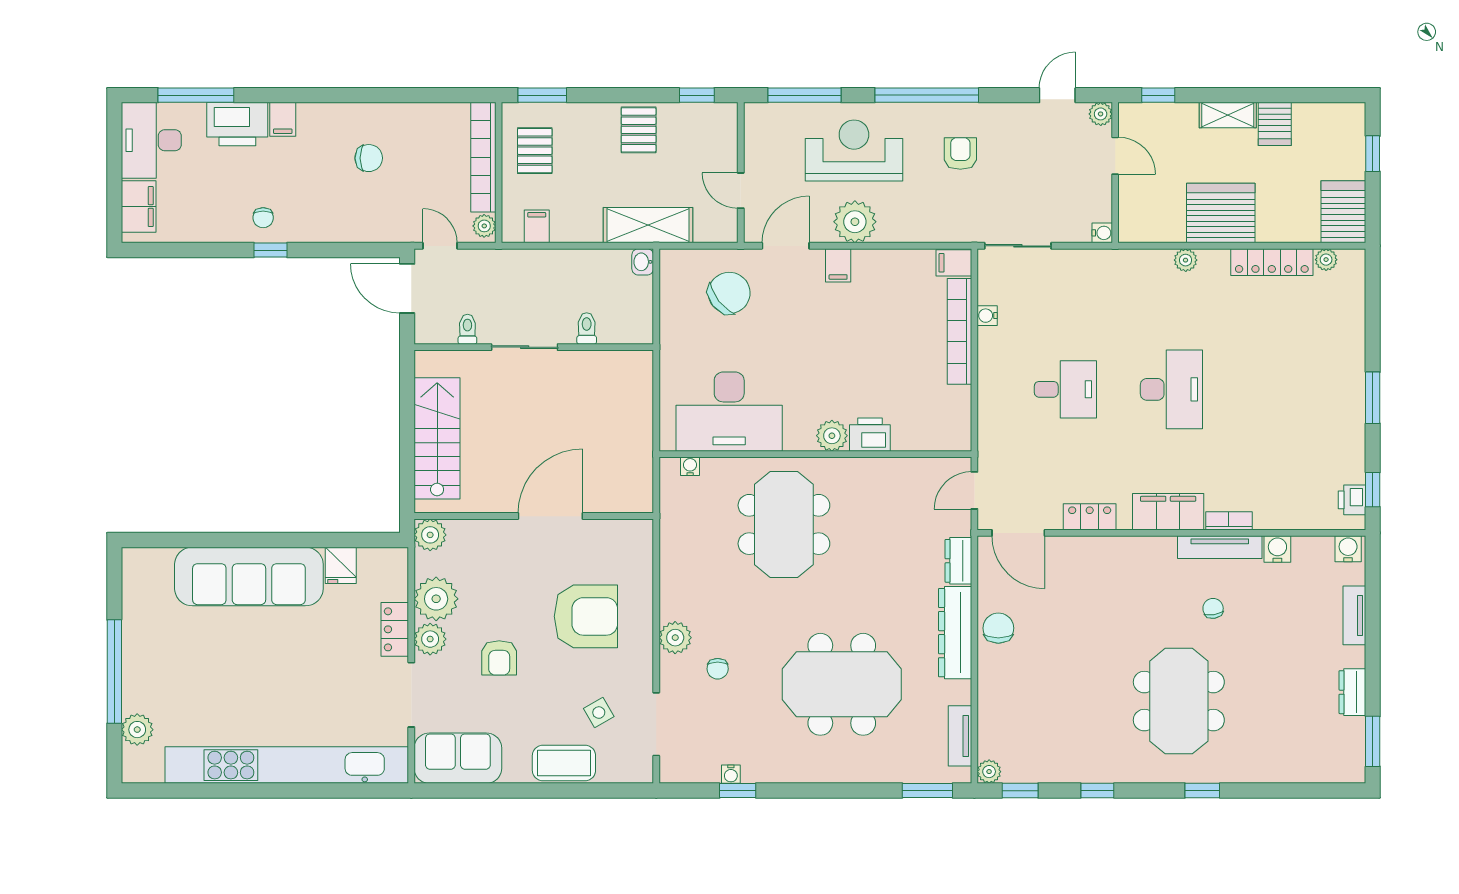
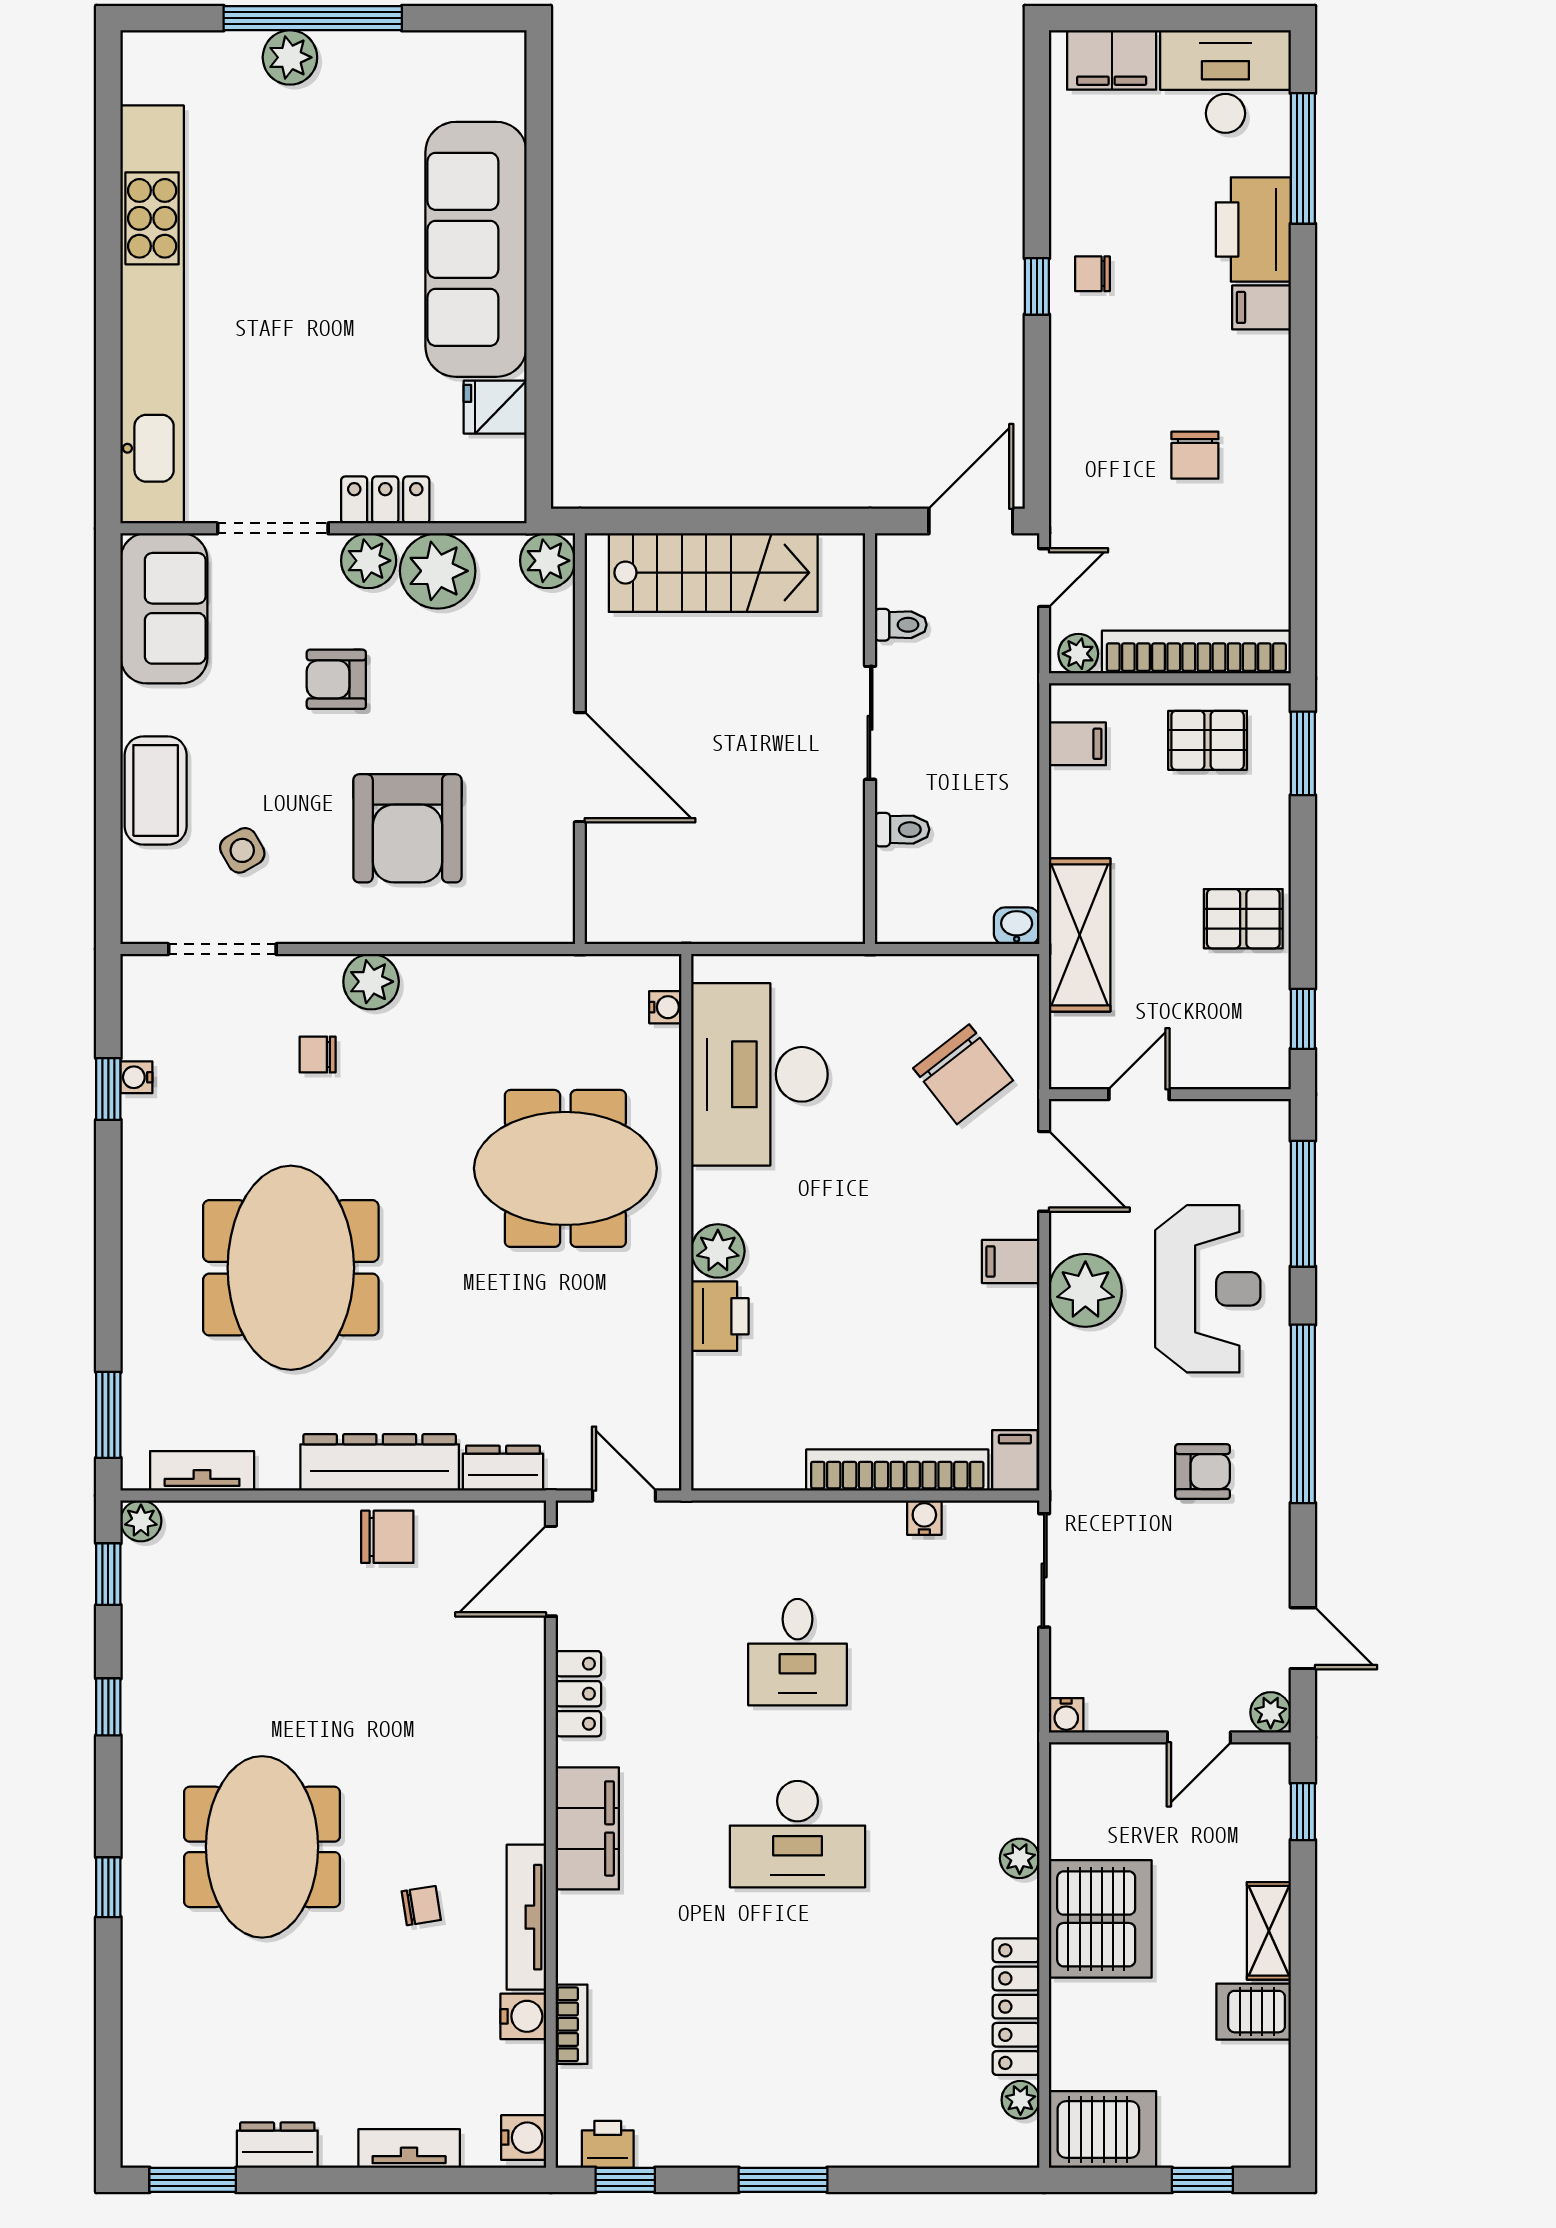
bookcase: (1229, 521) -> (572, 2024), moved
meeting table: (1179, 701) -> (262, 1847), turned 90
plant: (137, 730) -> (290, 57), moved

